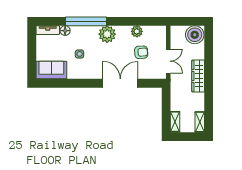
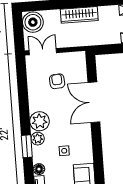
window: (86, 21) -> (27, 146), width x0.47
plant: (137, 31) -> (38, 139), moved
double door: (168, 61) -> (43, 52), moved

